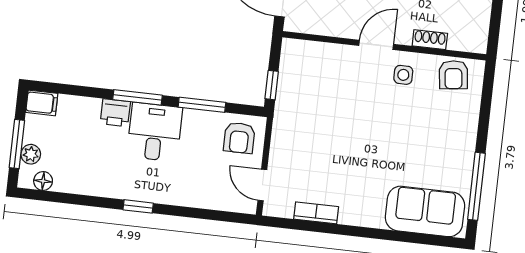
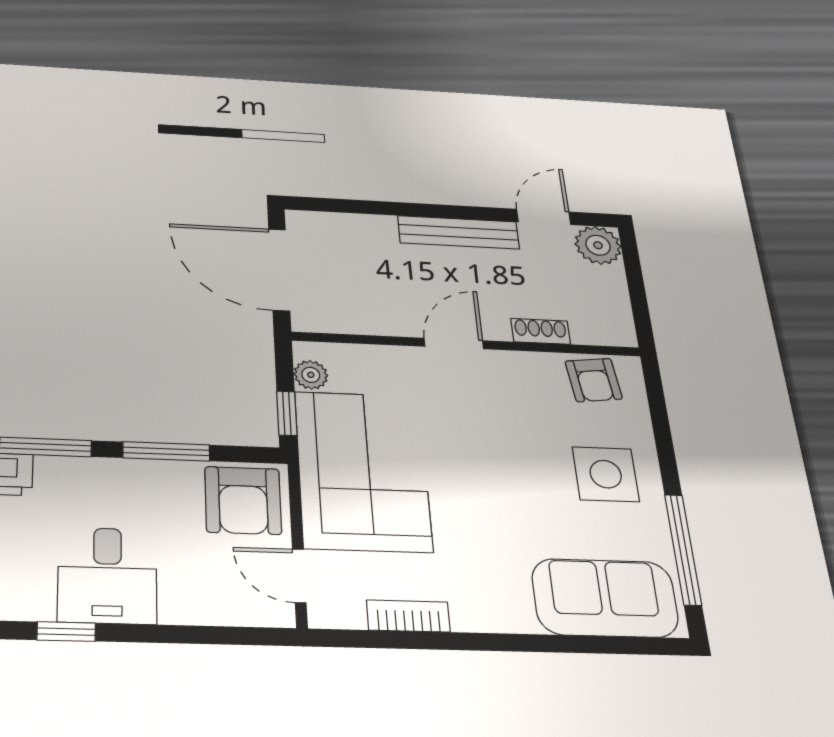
plant: (289, 61) -> (311, 375), added
side table: (403, 75) -> (606, 474), moved, width x1.87, depth x1.87
corner sofa: (308, 124) -> (363, 471), added
desk: (155, 132) -> (107, 575), moved, turned 180
armchair: (239, 138) -> (243, 500), width x1.38, depth x1.38

